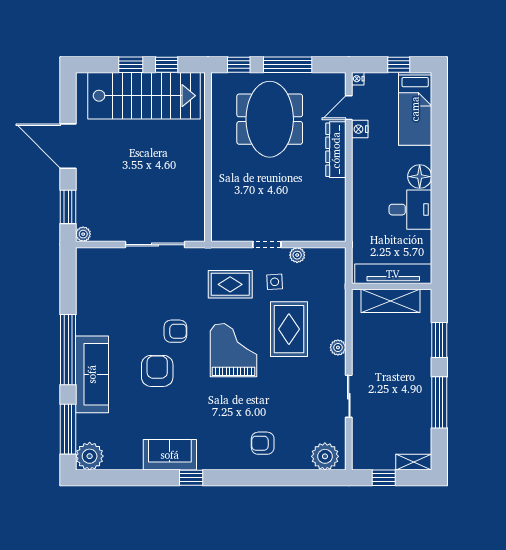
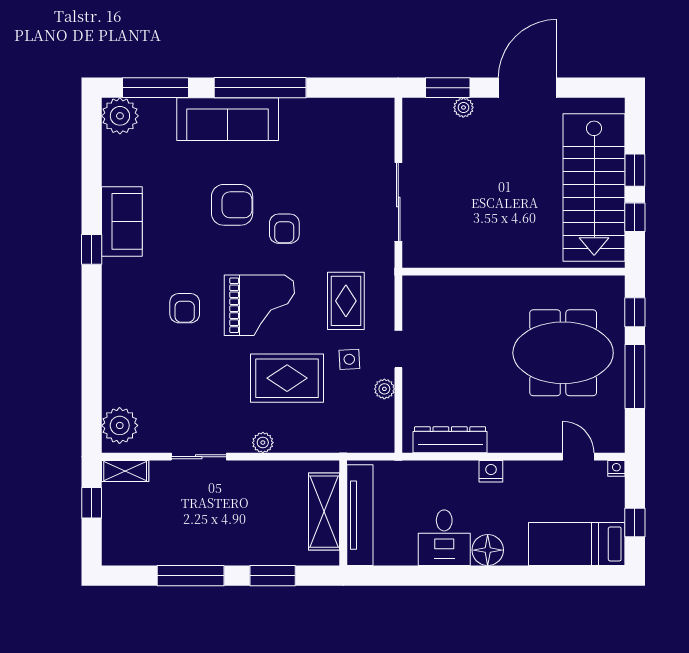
nightstand: (360, 129) -> (491, 471), moved
dresser: (336, 150) -> (450, 440), moved
plant: (83, 234) -> (463, 107), moved
armchair: (263, 443) -> (185, 308), moved, turned 180
shelving: (414, 462) -> (125, 471), moved, turned 90

